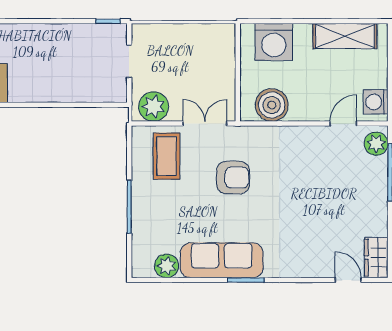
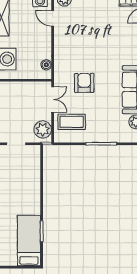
boiler: (272, 105) -> (46, 65), width x0.54, depth x0.54
double door: (205, 123) -> (53, 99), swing flipped

